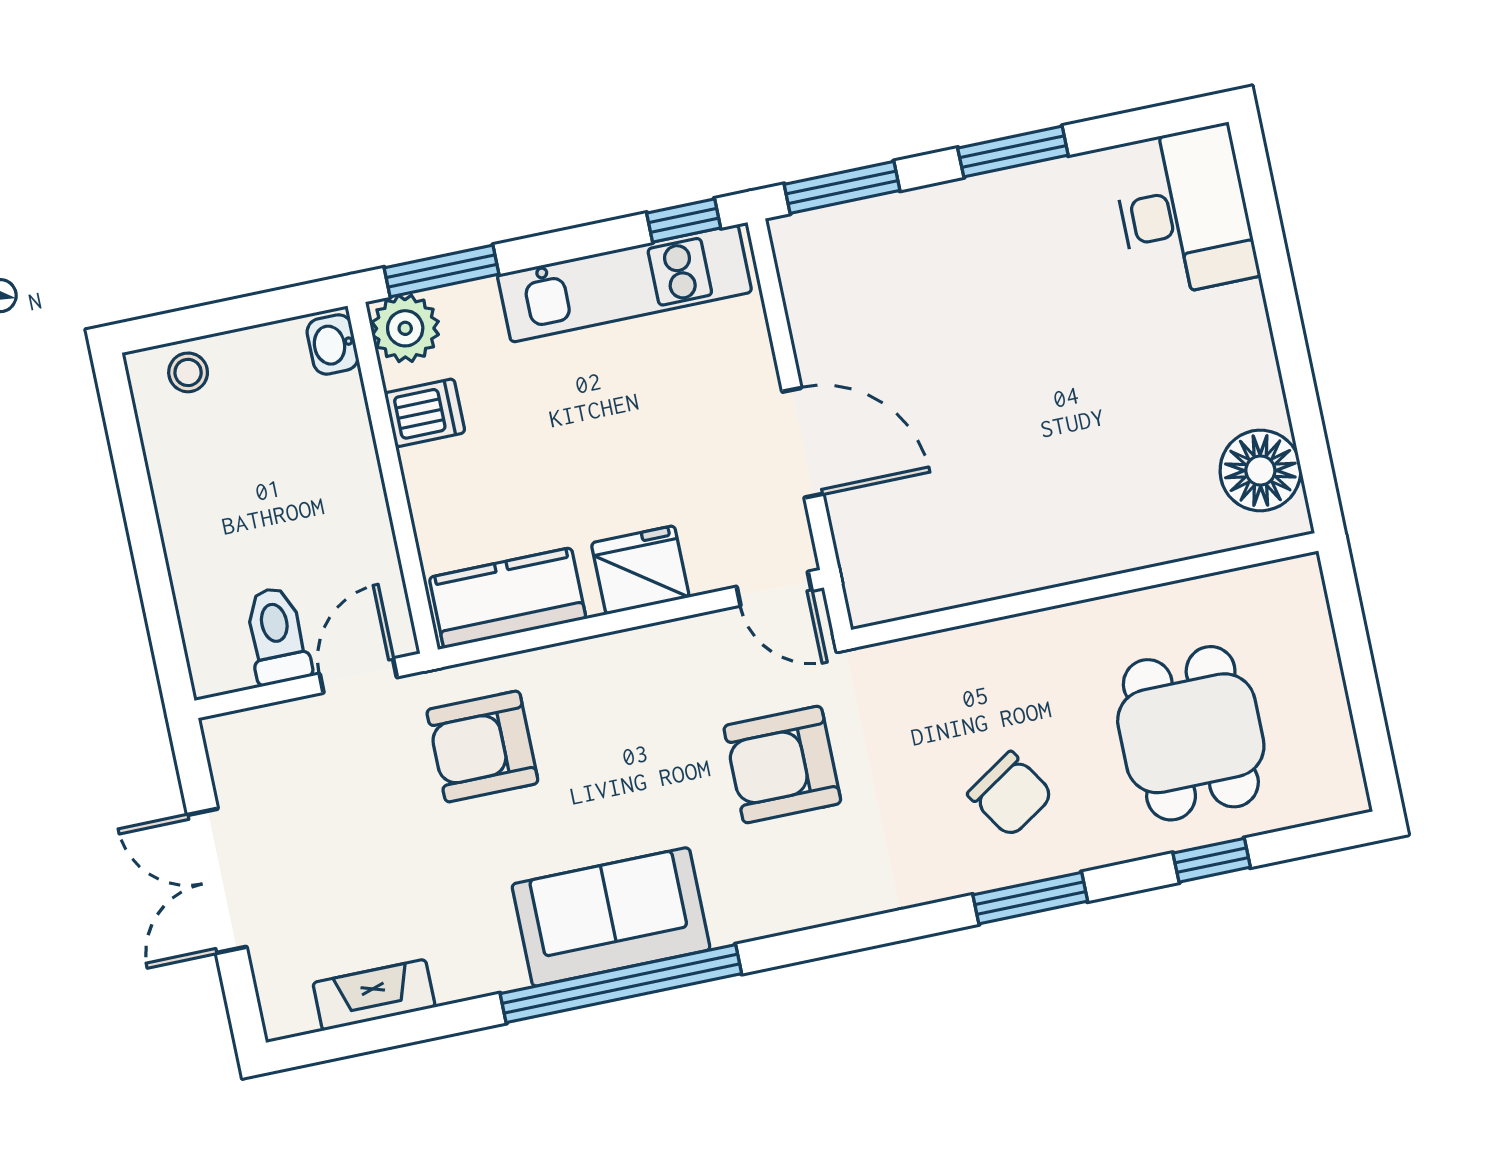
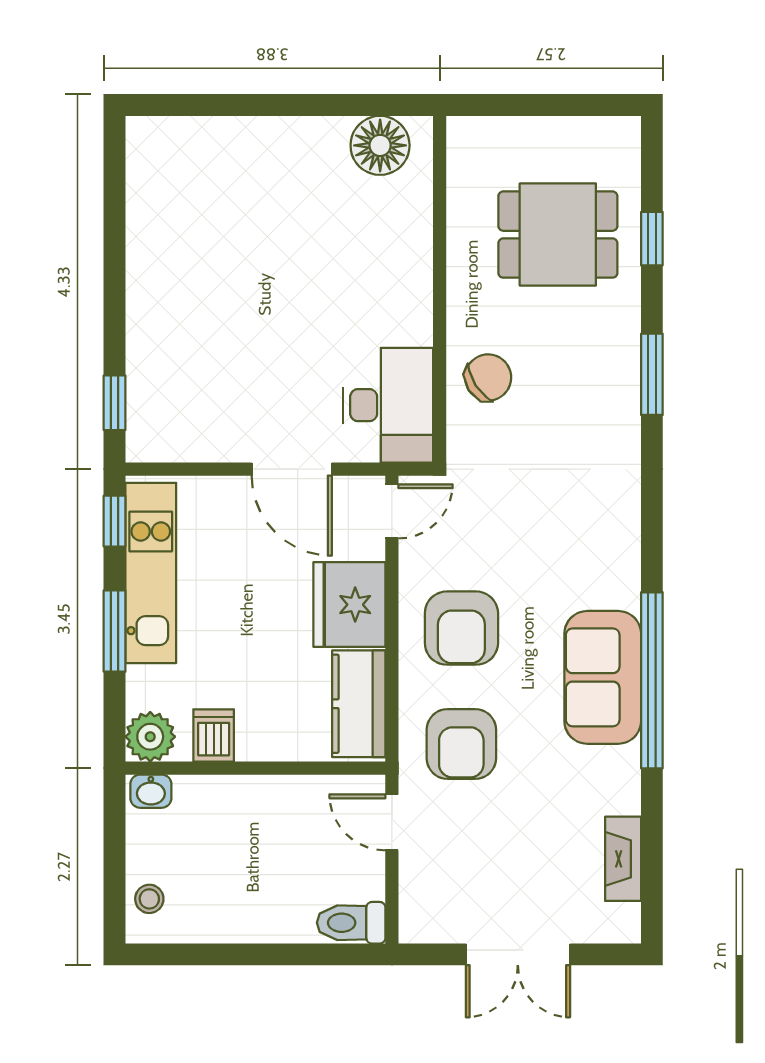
window: (1013, 152) -> (115, 275), removed
window: (842, 187) -> (115, 403), width x0.67
desk: (1185, 212) -> (388, 405), moved, turned 90
window: (441, 271) -> (115, 631), moved
door: (803, 443) -> (292, 469), swing flipped
fridge: (640, 570) -> (349, 605), width x1.36, depth x1.34
toilet: (277, 636) -> (351, 923), moved
armchair: (782, 765) -> (461, 628), moved
chair: (1010, 794) -> (488, 377), moved

